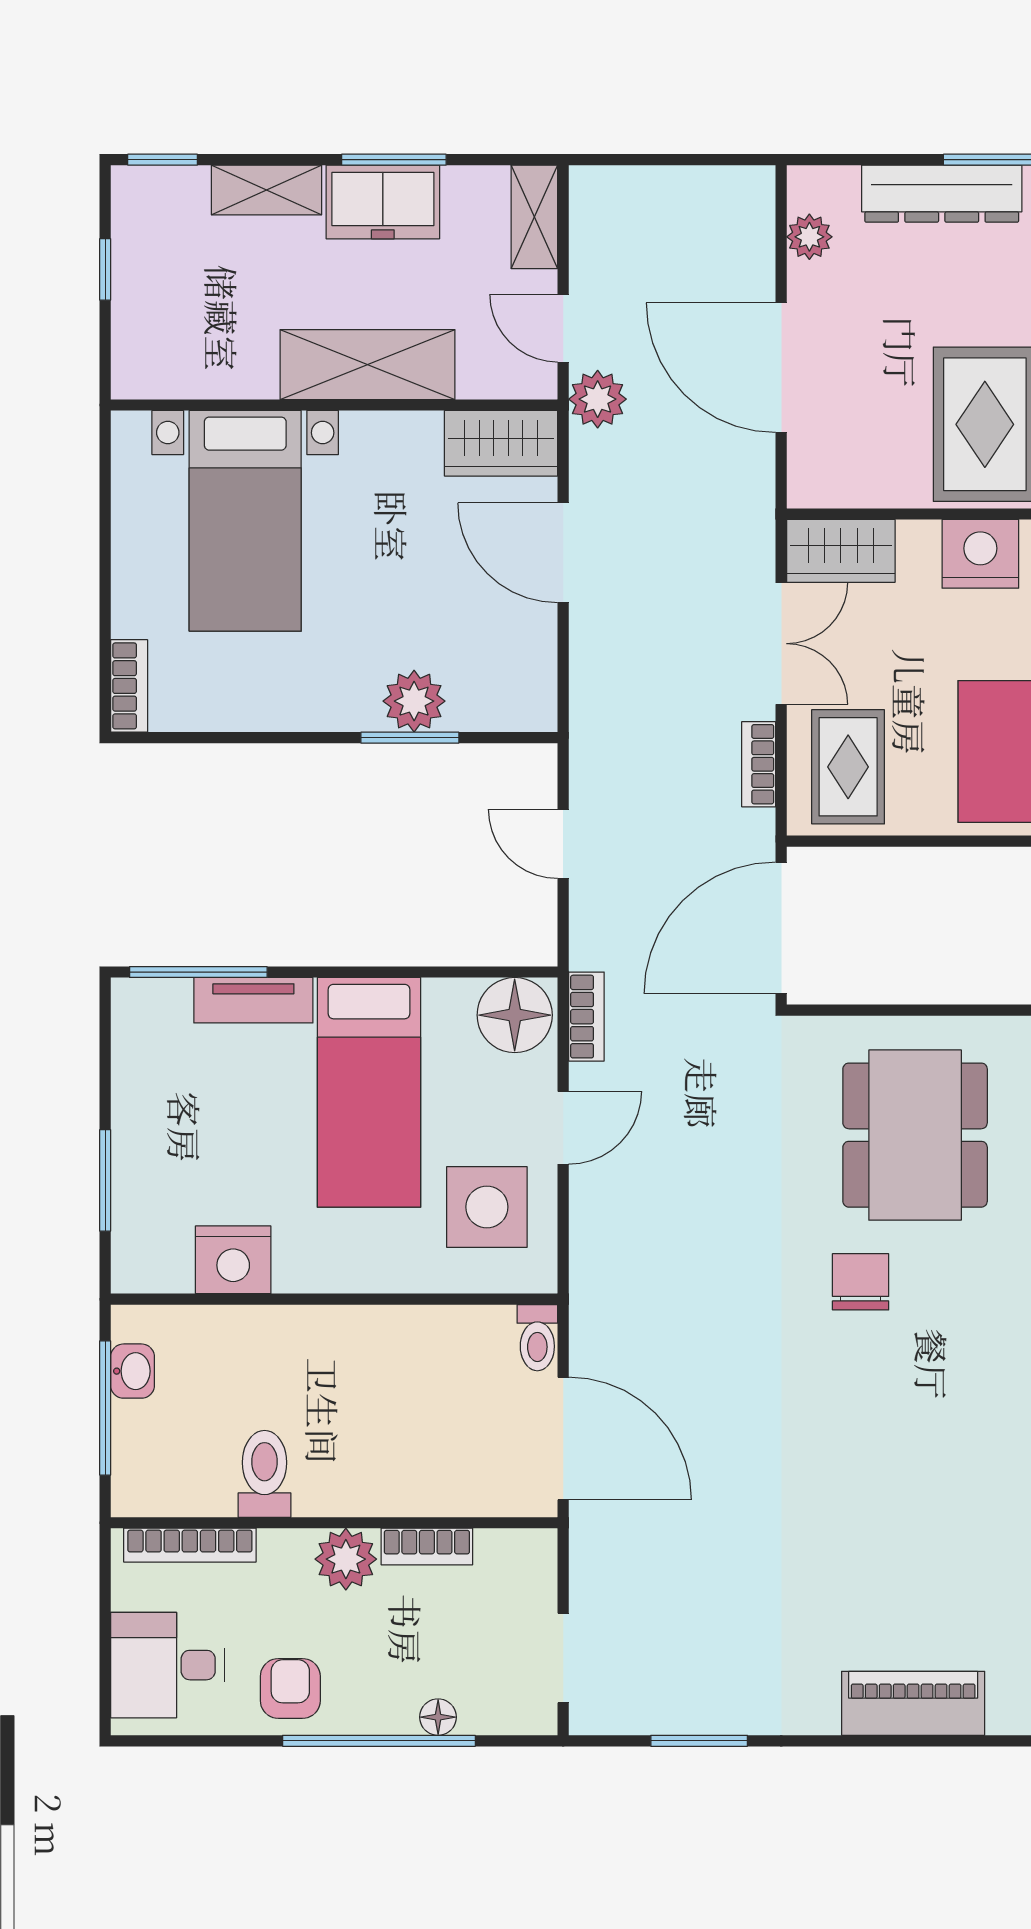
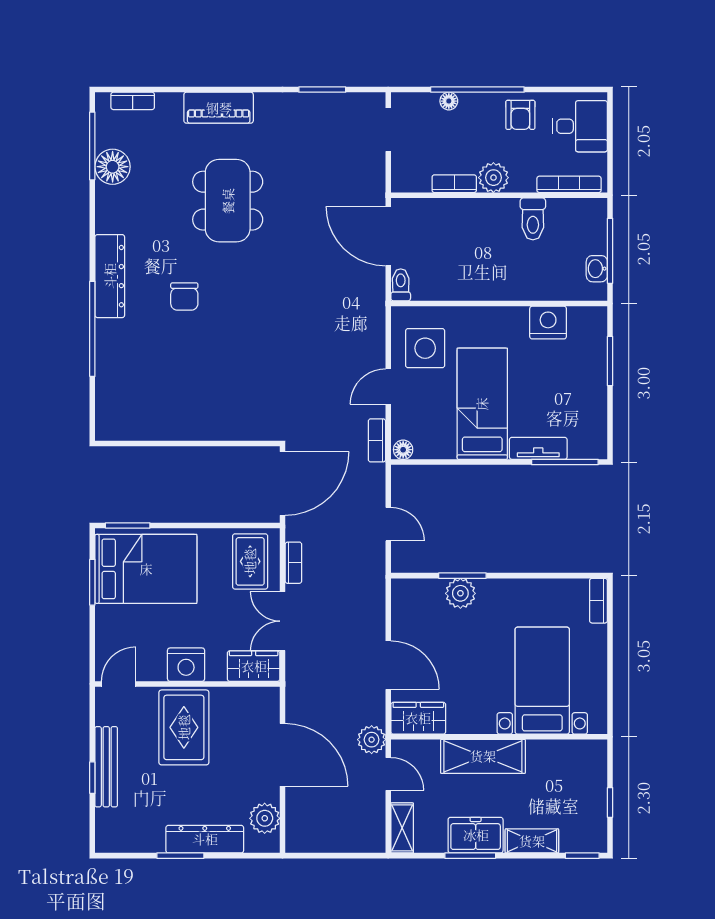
plant: (809, 237) -> (265, 818), width x1.38, depth x1.38
floor lamp: (515, 1015) -> (403, 450), width x0.53, depth x0.53
dining table: (915, 1135) -> (228, 201), moved
chair: (861, 1282) -> (184, 297), moved

